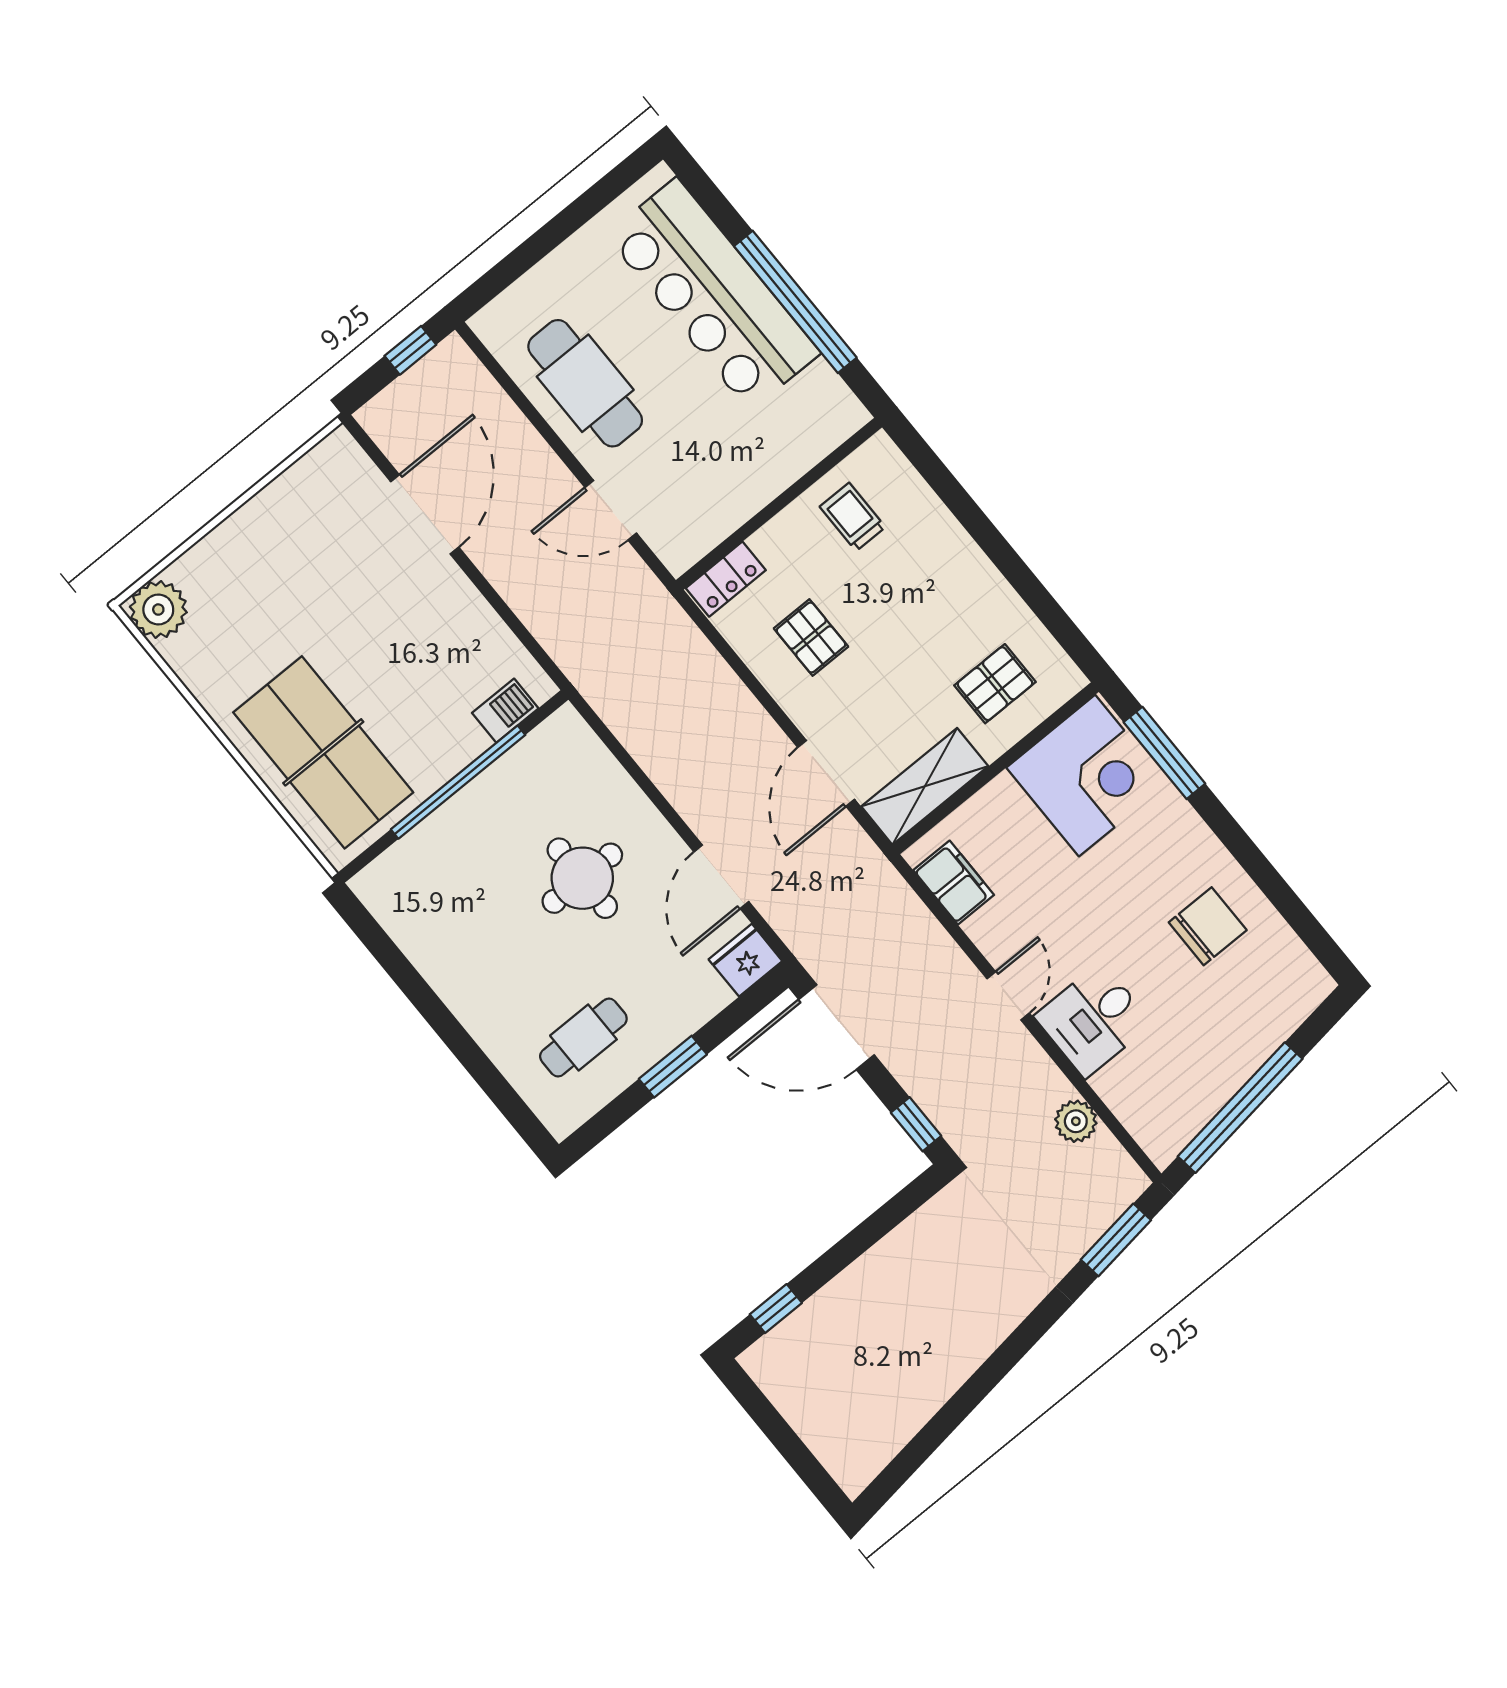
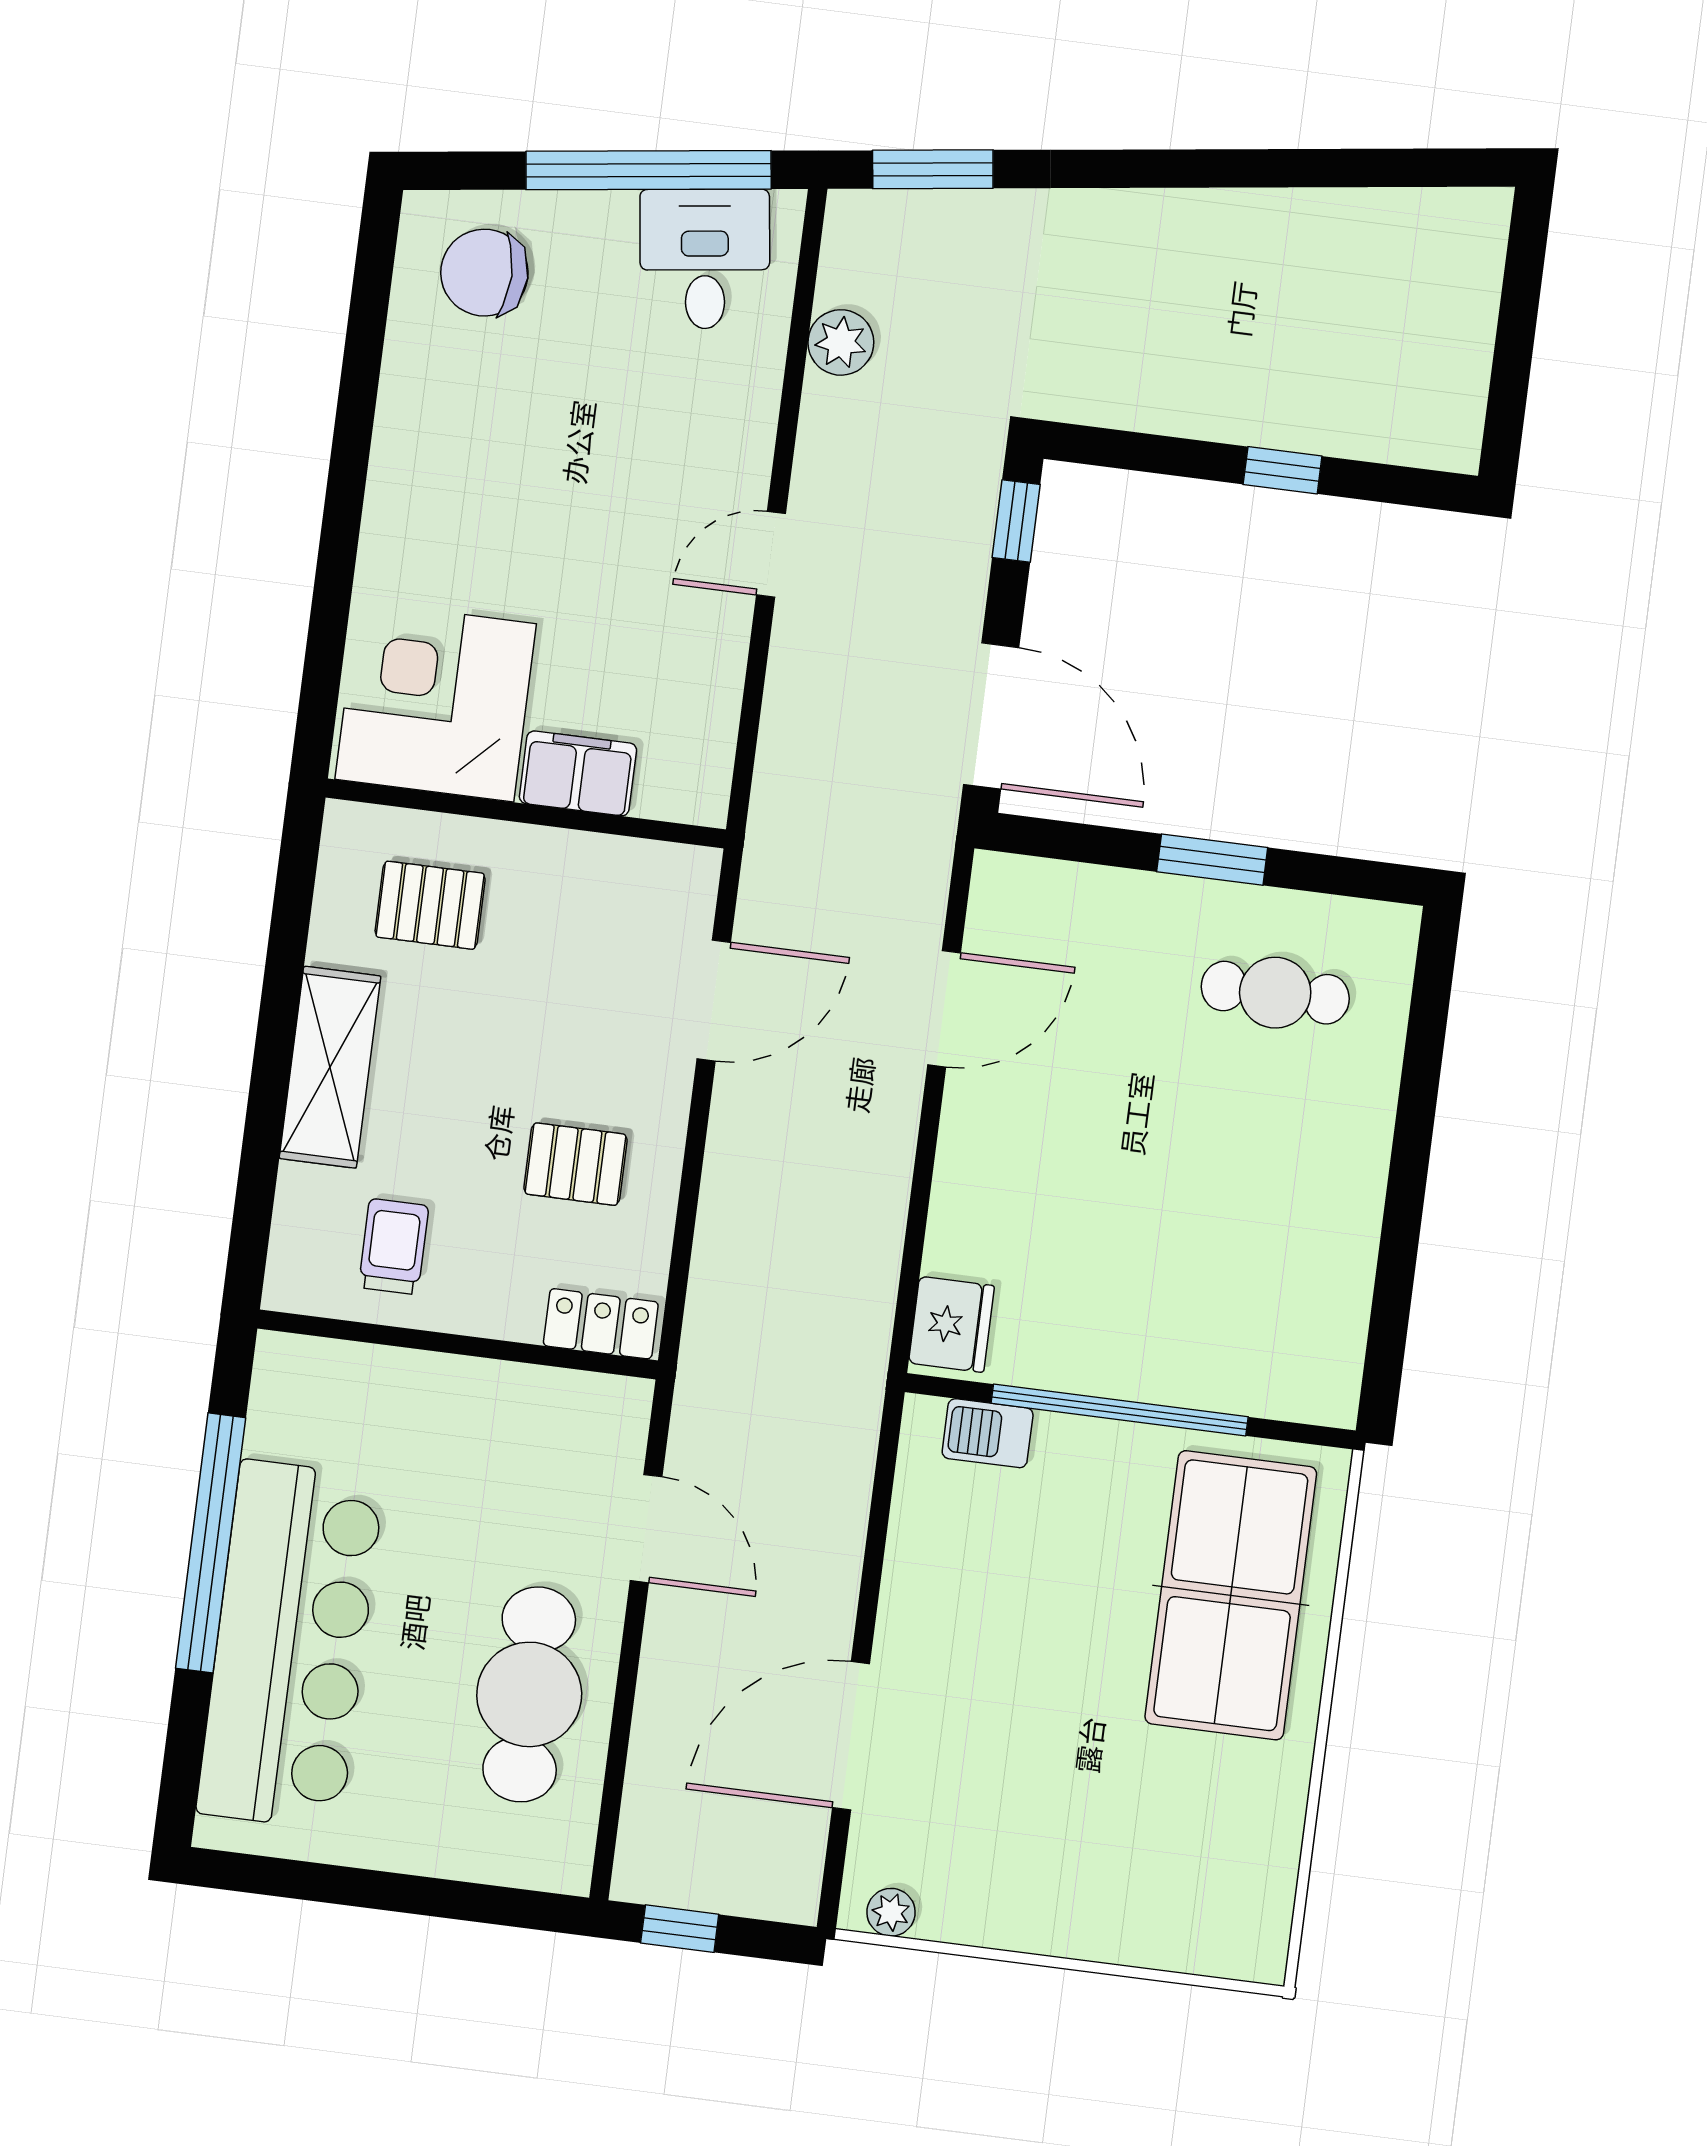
trolley: (853, 517) -> (394, 1247), turned 180
plant: (158, 610) -> (891, 1912), moved, width x0.53, depth x0.53
pallet: (811, 637) -> (576, 1164), turned 90
window: (1164, 753) -> (327, 638), removed
shelving: (925, 786) -> (330, 1067), moved, turned 90
round table: (582, 878) -> (1095, 1165), removed
filing cabinet: (954, 883) -> (578, 773), moved, turned 90
chair: (1208, 926) -> (484, 273), moved
fridge: (745, 960) -> (951, 1324), moved, turned -90
desk: (1093, 1020) -> (705, 259), moved, turned -97
window: (776, 1309) -> (1283, 470), moved

